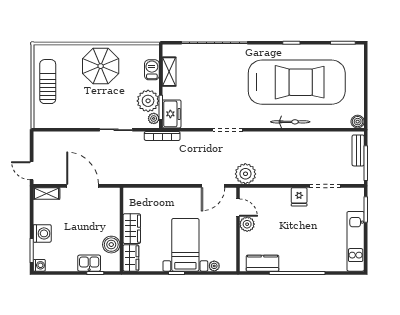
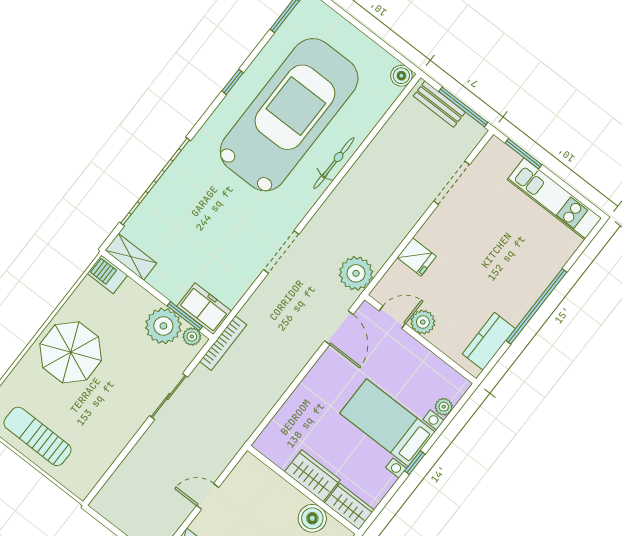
barbecue: (152, 70) -> (107, 274), moved
shelving: (169, 72) -> (131, 257), moved
door: (83, 186) -> (208, 496), width x0.53
fridge: (299, 197) -> (417, 257), moved

